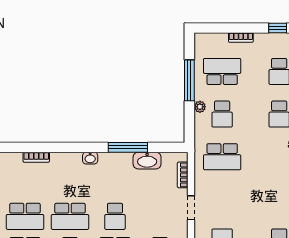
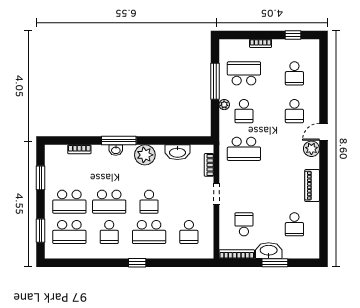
window: (128, 147) -> (119, 141), moved
washbasin: (90, 158) -> (116, 150), moved
plant: (110, 164) -> (145, 155), added

